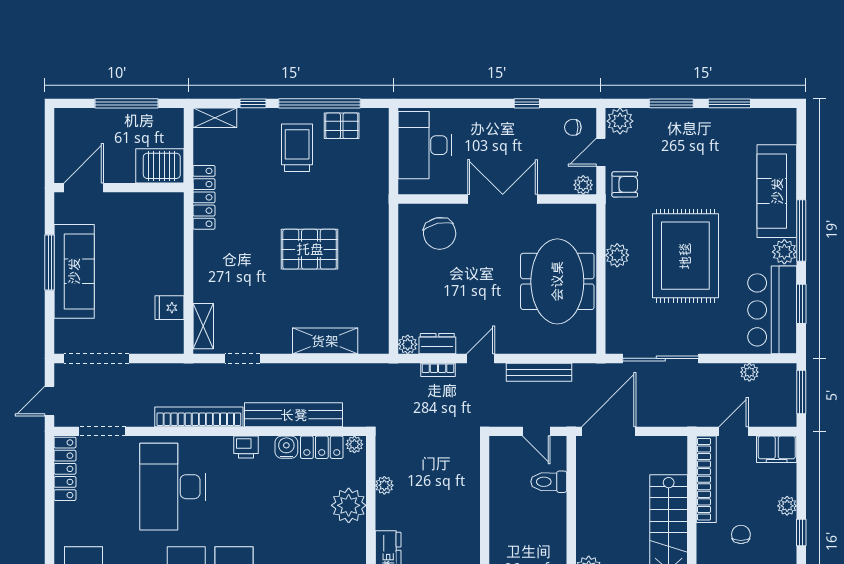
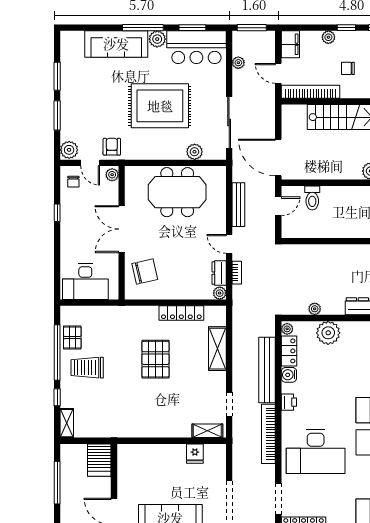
locker: (204, 197) -> (181, 313), moved, turned 180
plant: (617, 255) -> (195, 152), moved

